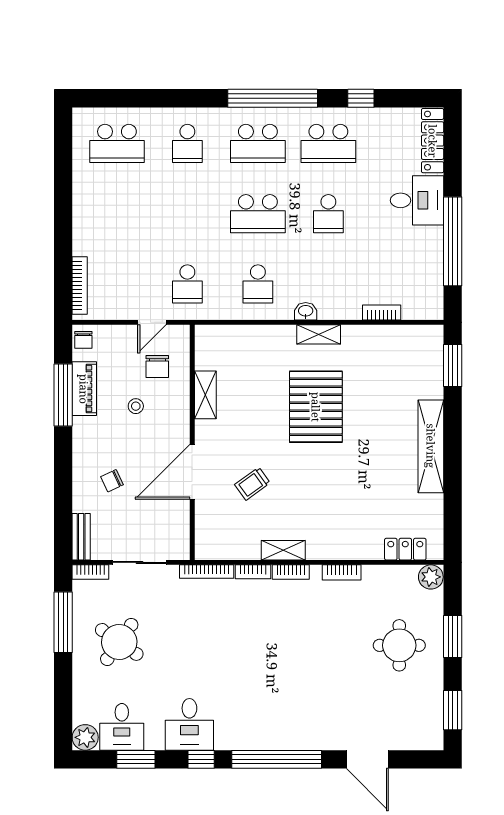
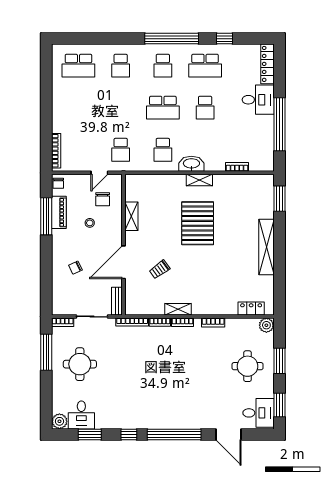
school desk: (258, 143) -> (163, 66), width x0.54
washbasin: (306, 311) -> (191, 164), width x1.91, depth x1.45
bench: (81, 537) -> (117, 301), moved
round table: (119, 642) -> (80, 364), turned -35
desk: (189, 724) -> (258, 413), moved, turned -90

